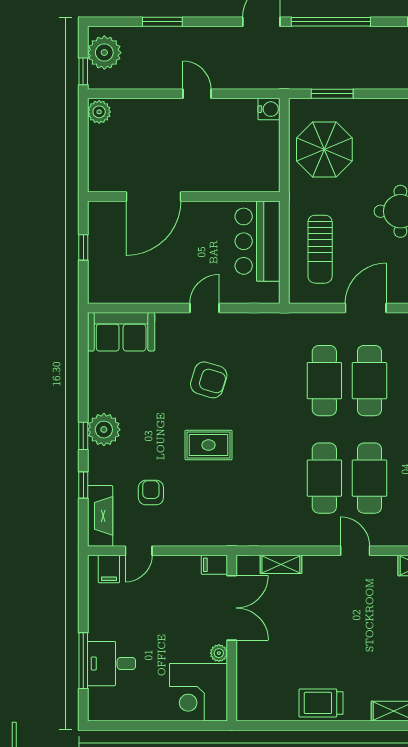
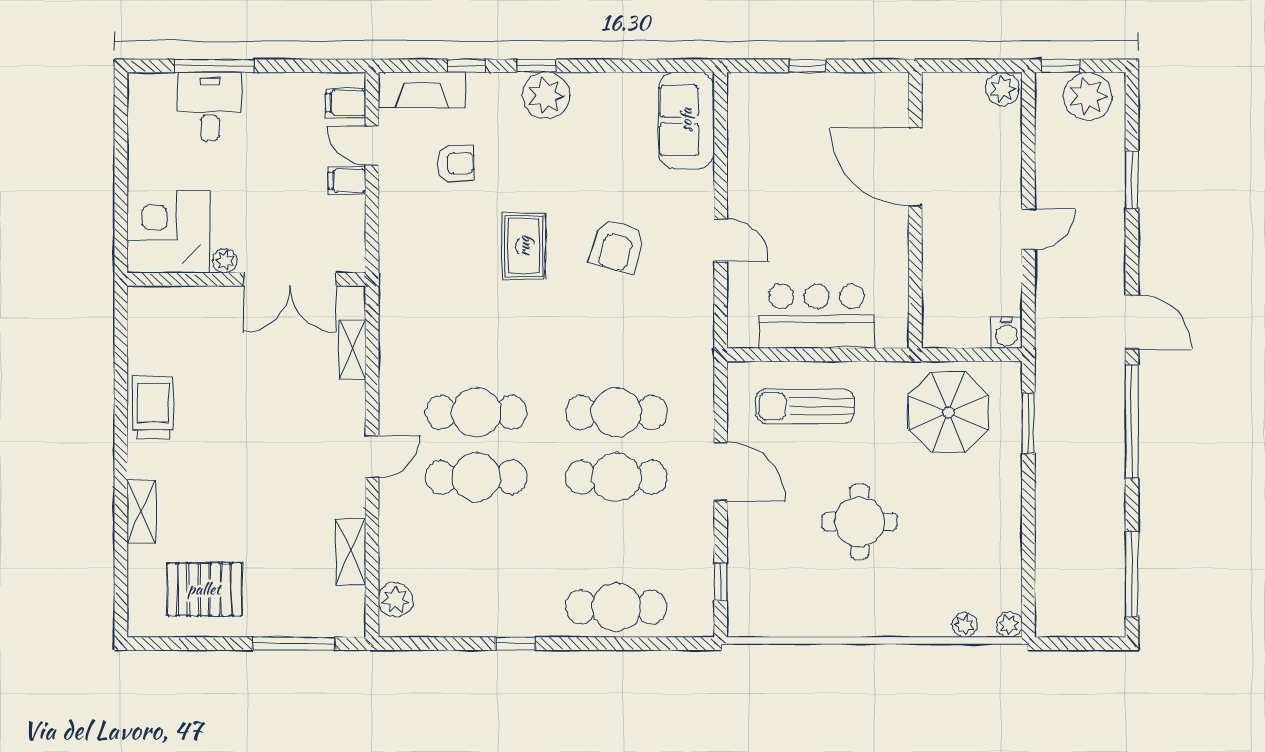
door: (153, 197) -> (915, 167), moved
wall: (184, 197) -> (915, 210), moved
filing cabinet: (214, 565) -> (347, 181), moved, turned -90

